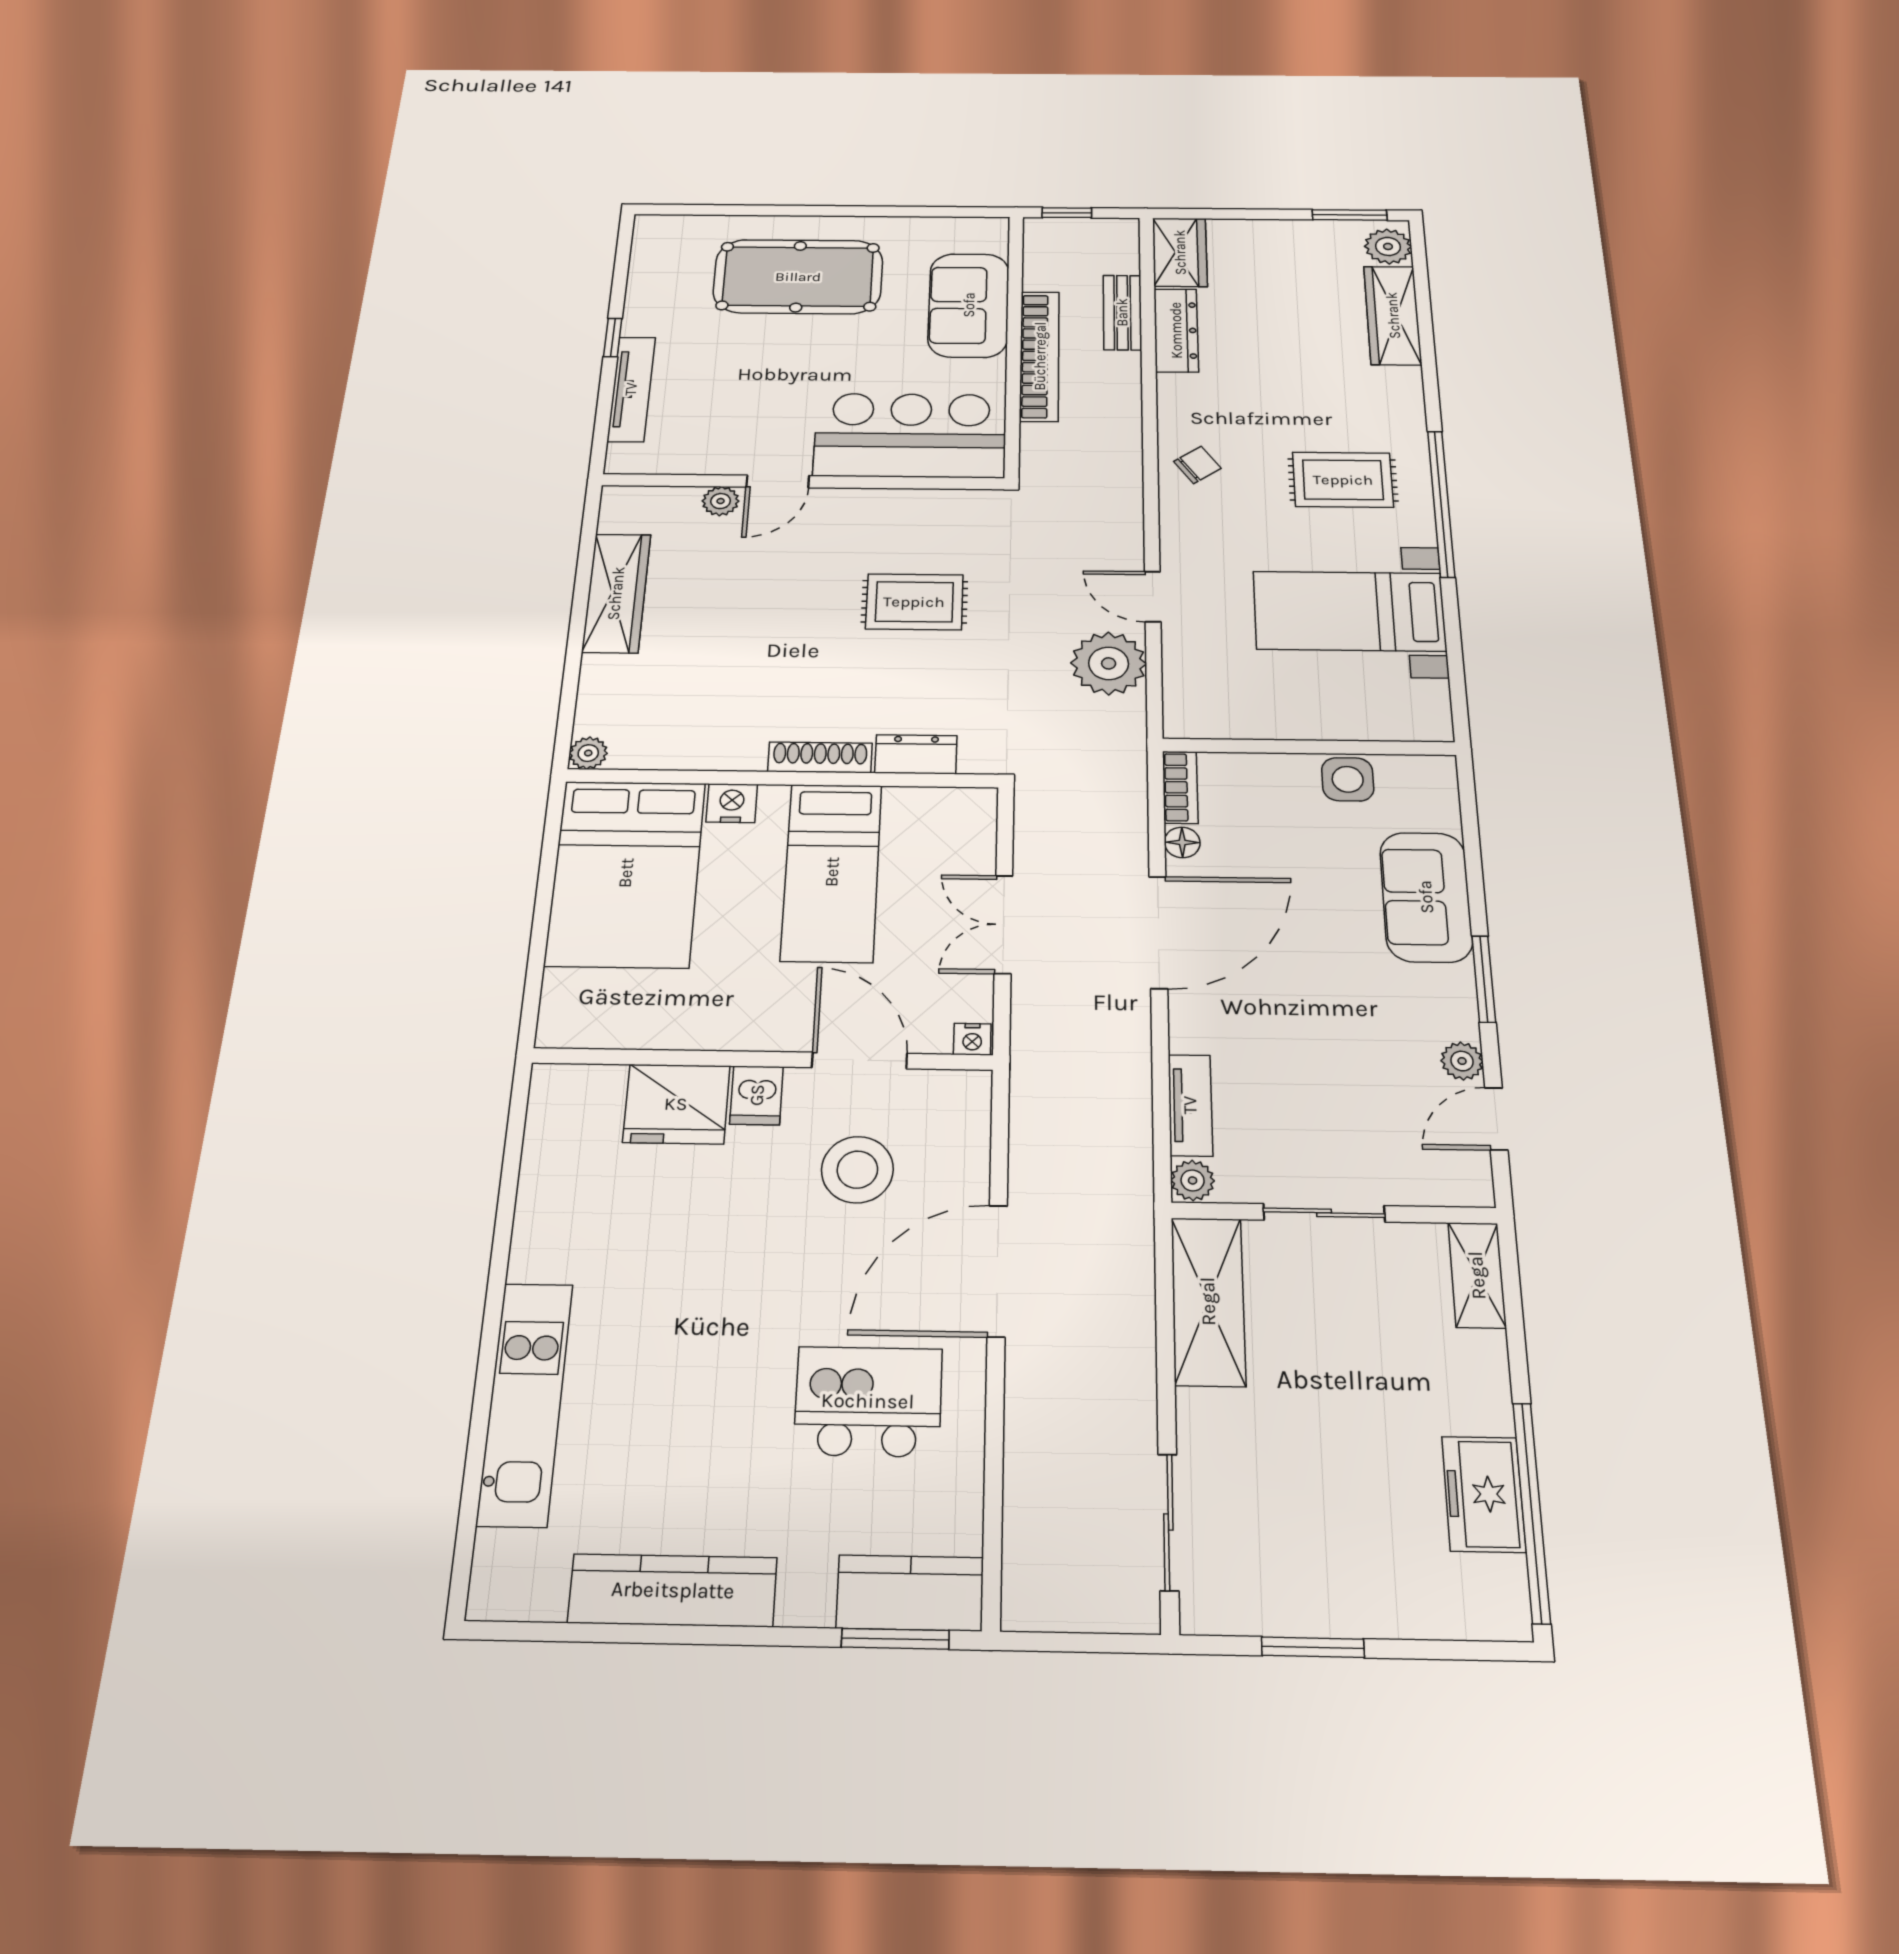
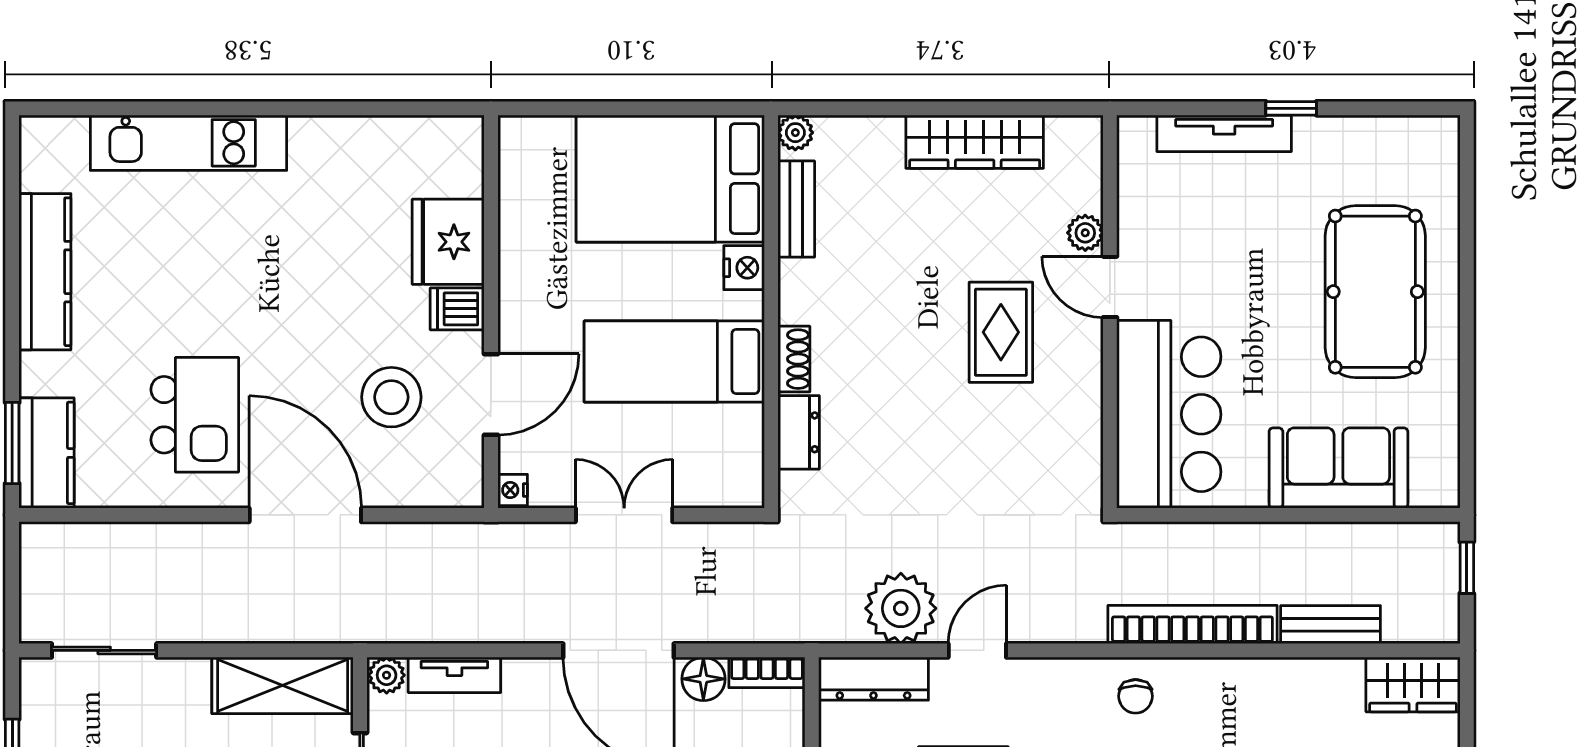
dresser: (1176, 330) -> (873, 679), moved
bookcase: (1040, 356) -> (1192, 624), moved, turned 180
chair: (1197, 465) -> (1136, 696), turned 35
rug: (914, 602) -> (1001, 332), moved
bench: (672, 753) -> (796, 209), added
shoe rack: (820, 757) -> (794, 359), width x0.70
floor lamp: (1182, 842) -> (703, 679), width x1.37, depth x1.37

